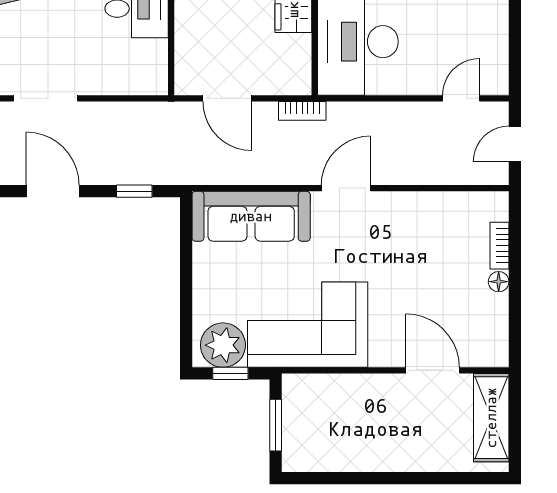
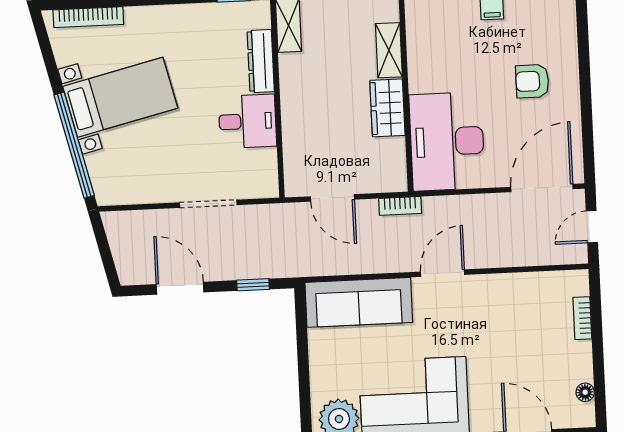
doorway: (45, 98) -> (208, 204), moved
door: (461, 98) -> (542, 188), width x1.88
floor lamp: (499, 282) -> (585, 392), moved

